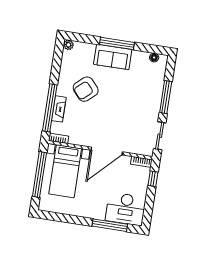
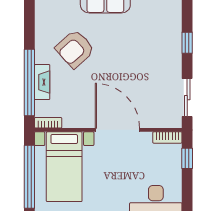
window: (166, 97) -> (187, 43), width x0.46
door: (107, 151) -> (117, 130), swing flipped

